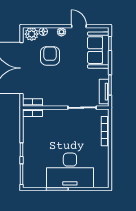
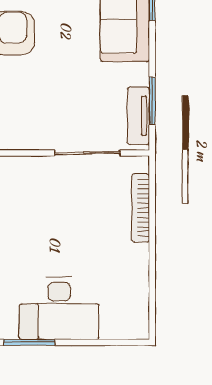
desk: (70, 170) -> (59, 308), width x0.73, depth x0.77

